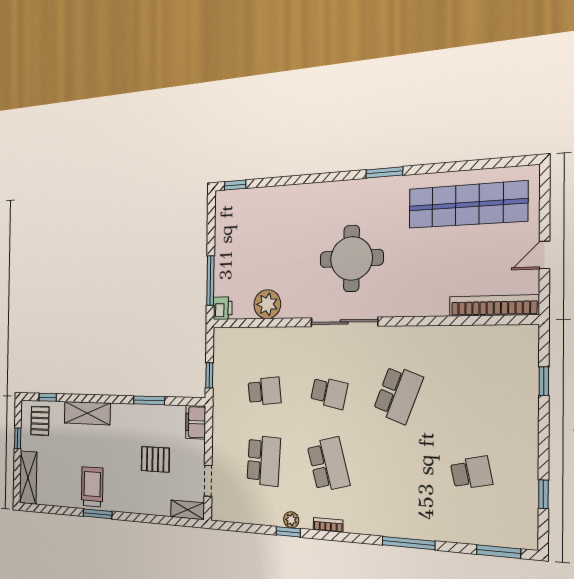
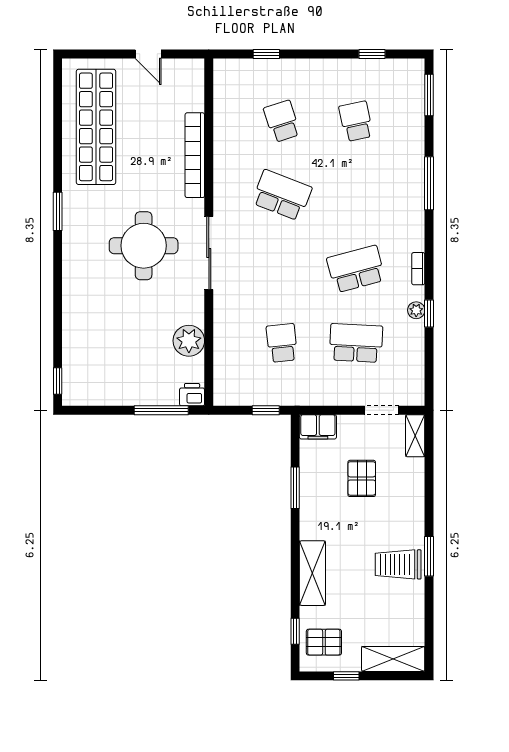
bookcase: (494, 306) -> (195, 155), moved
school desk: (329, 393) -> (282, 121), moved, turned -30

